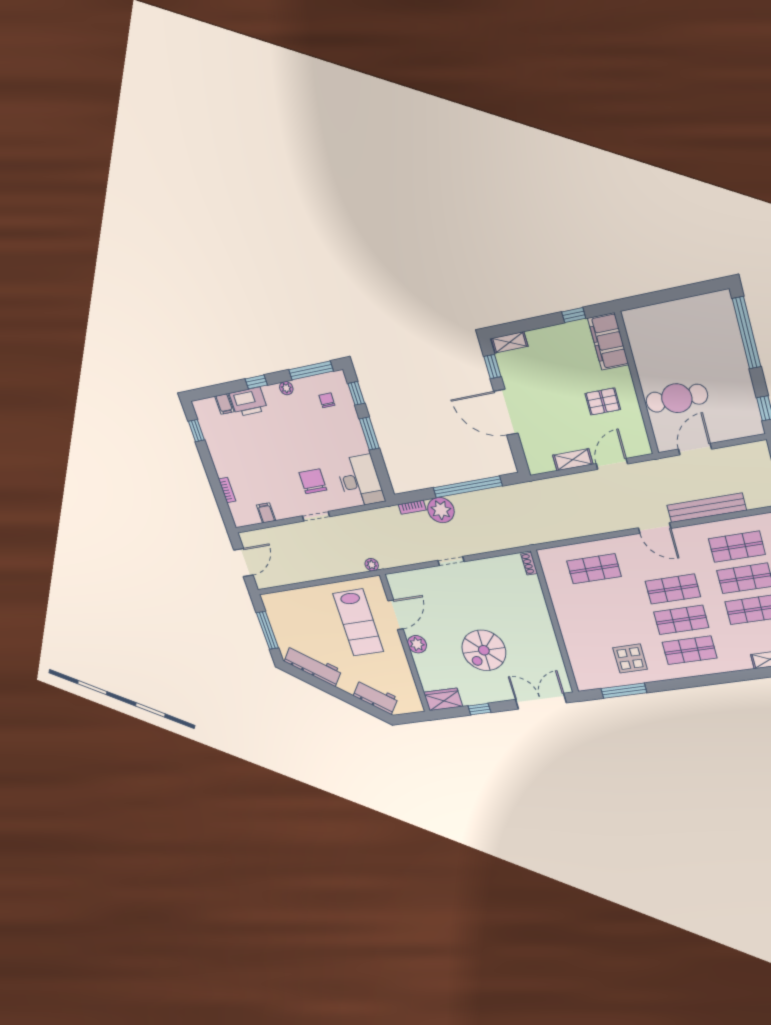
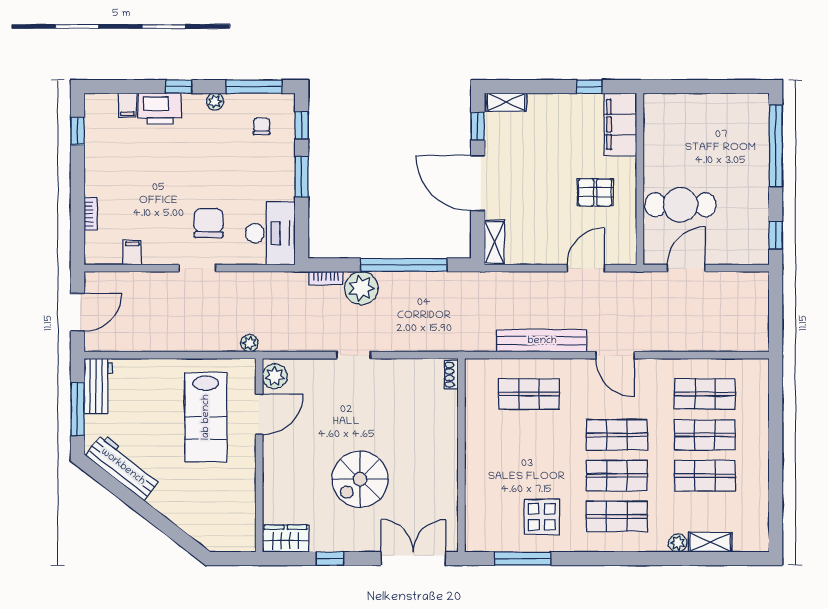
shelving: (573, 460) -> (494, 243), moved, turned 90
bench: (707, 508) -> (542, 341), moved
plant: (417, 644) -> (275, 376), moved
plant: (744, 663) -> (678, 543), added
workbench: (376, 697) -> (98, 386), moved, turned 52

